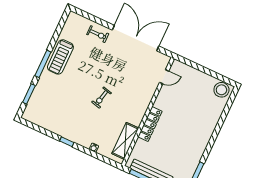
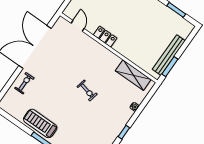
treadmill: (60, 57) -> (40, 123), turned 180
locker: (150, 124) -> (105, 37), moved, width x0.66

